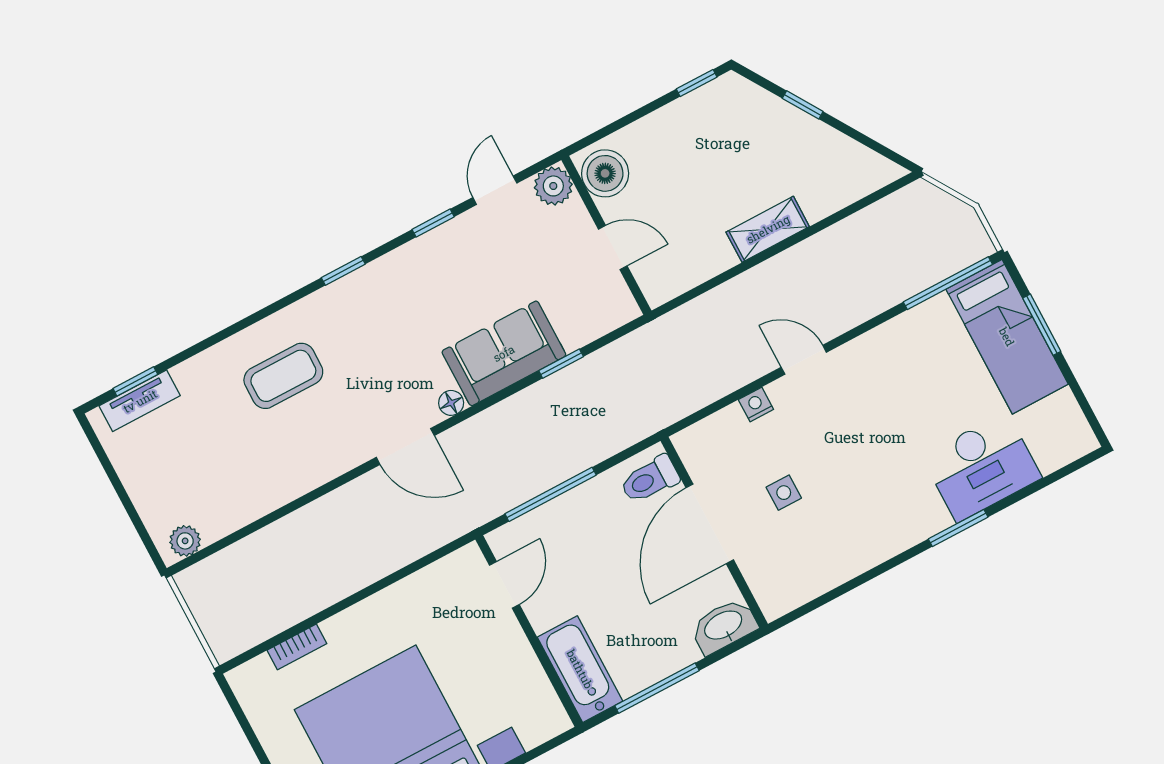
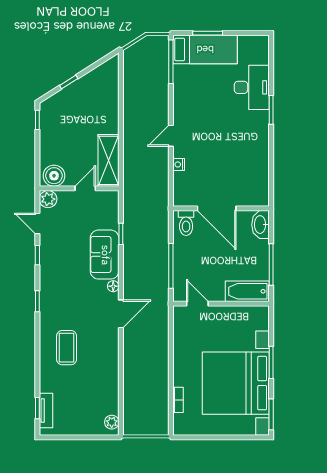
shelving: (768, 229) -> (108, 160), moved, width x1.50, depth x1.33
side table: (784, 493) -> (220, 172), removed

